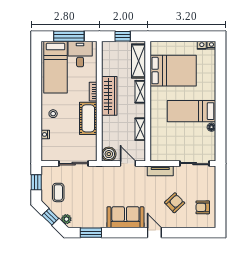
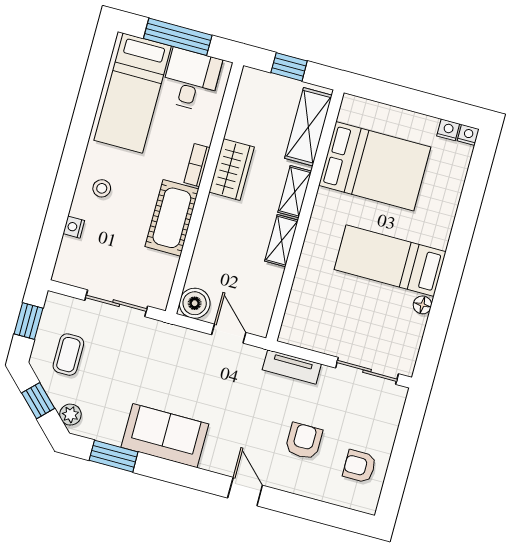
wardrobe: (109, 96) -> (232, 170), width x0.67
shelving: (140, 129) -> (281, 241), moved
armchair: (175, 203) -> (304, 441), turned -47
sofa: (125, 217) -> (165, 436), moved

